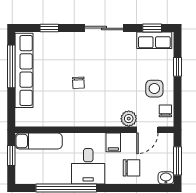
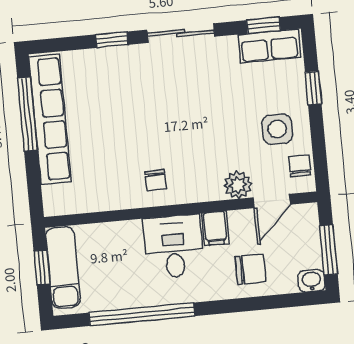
window: (49, 28) -> (112, 40), moved
chair: (78, 83) -> (156, 180), moved
exam couch: (39, 141) -> (63, 268), moved, turned -90
desk: (88, 166) -> (174, 247), moved, turned 180

